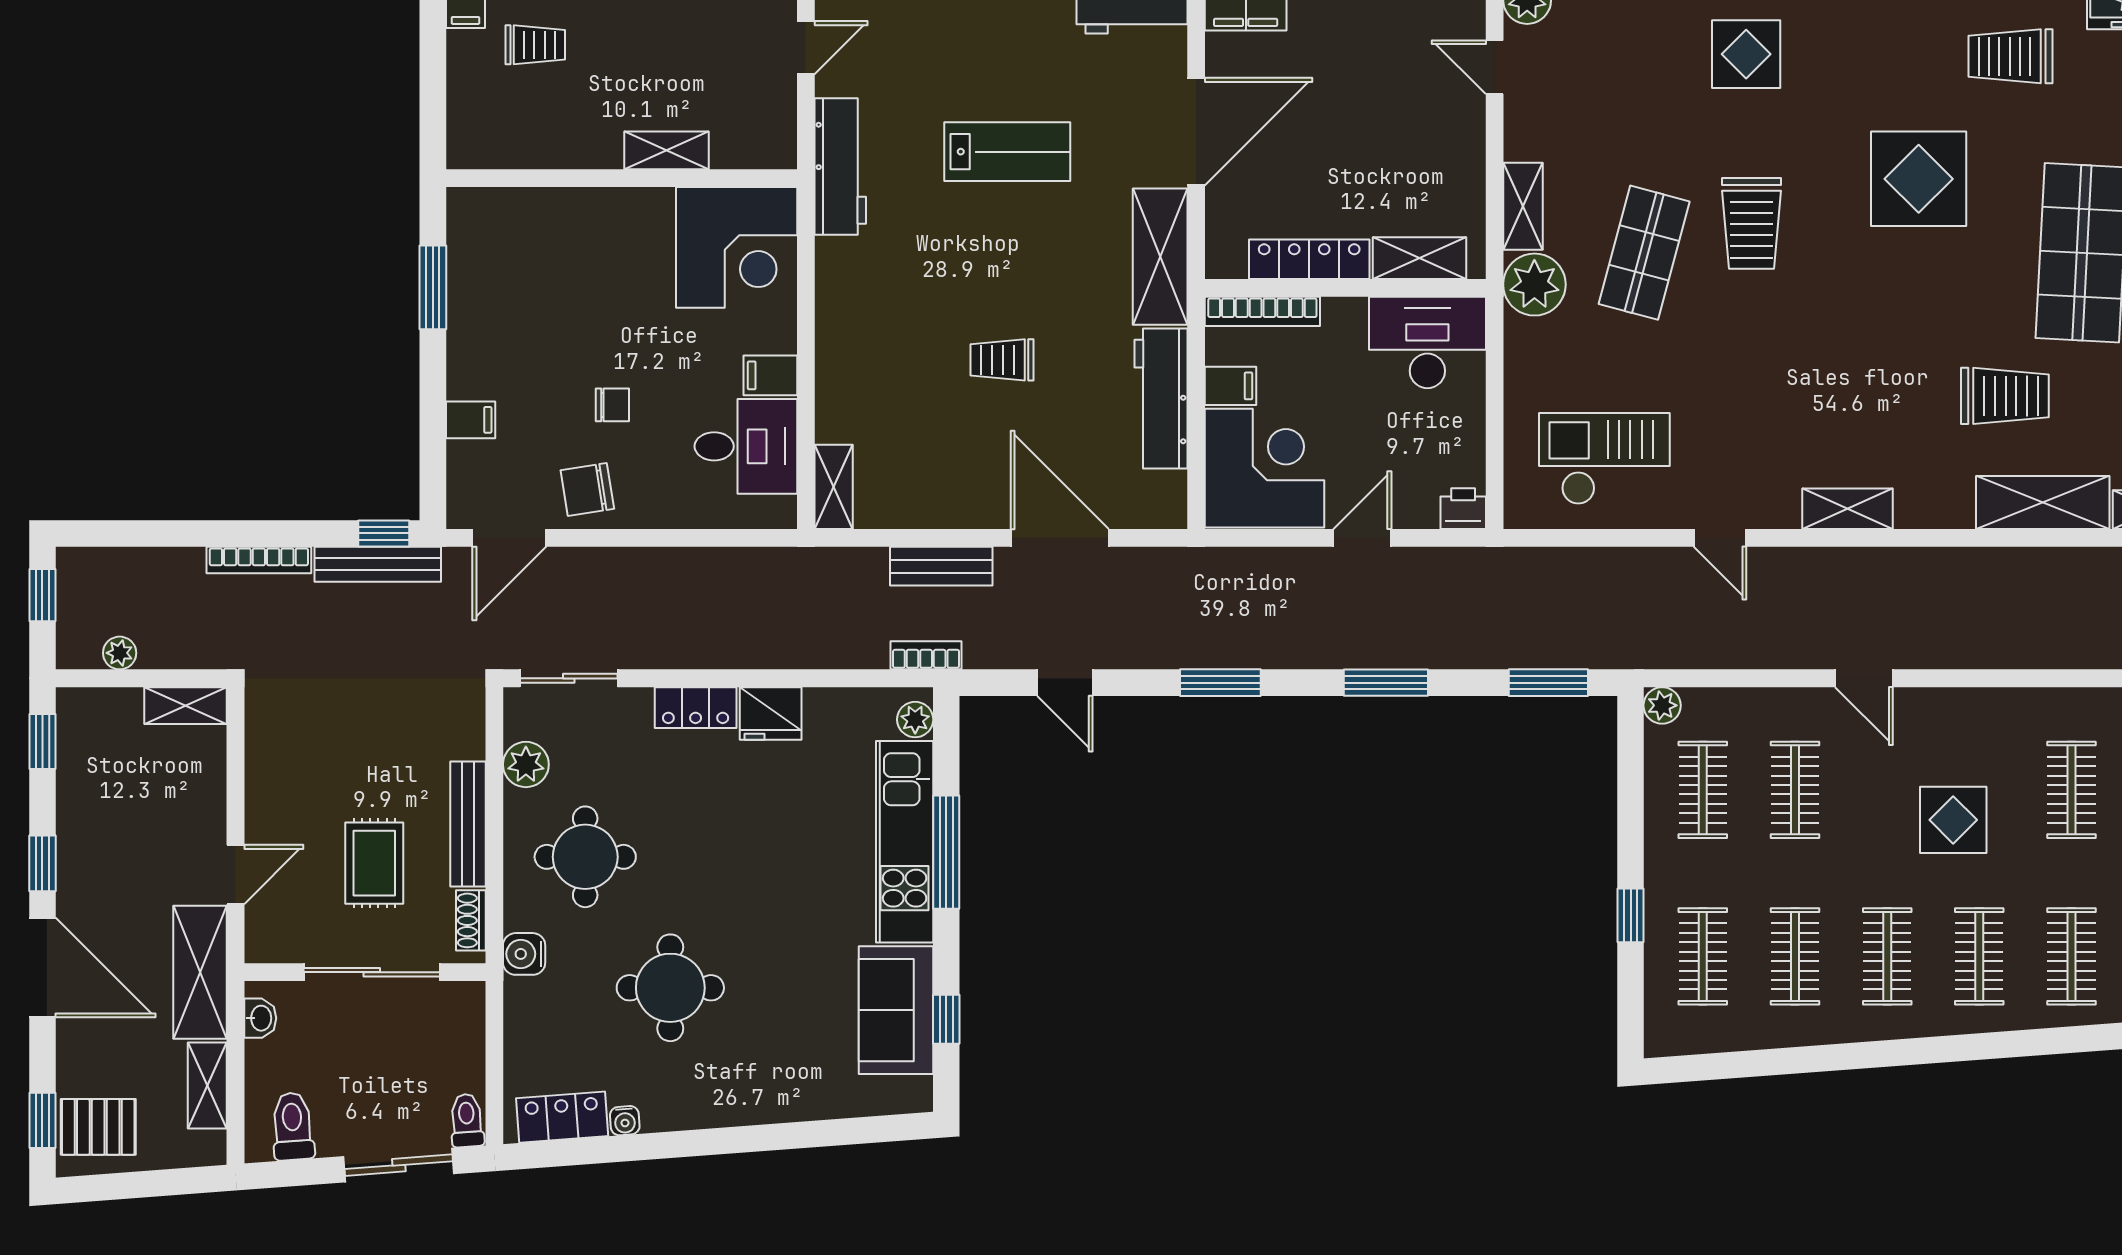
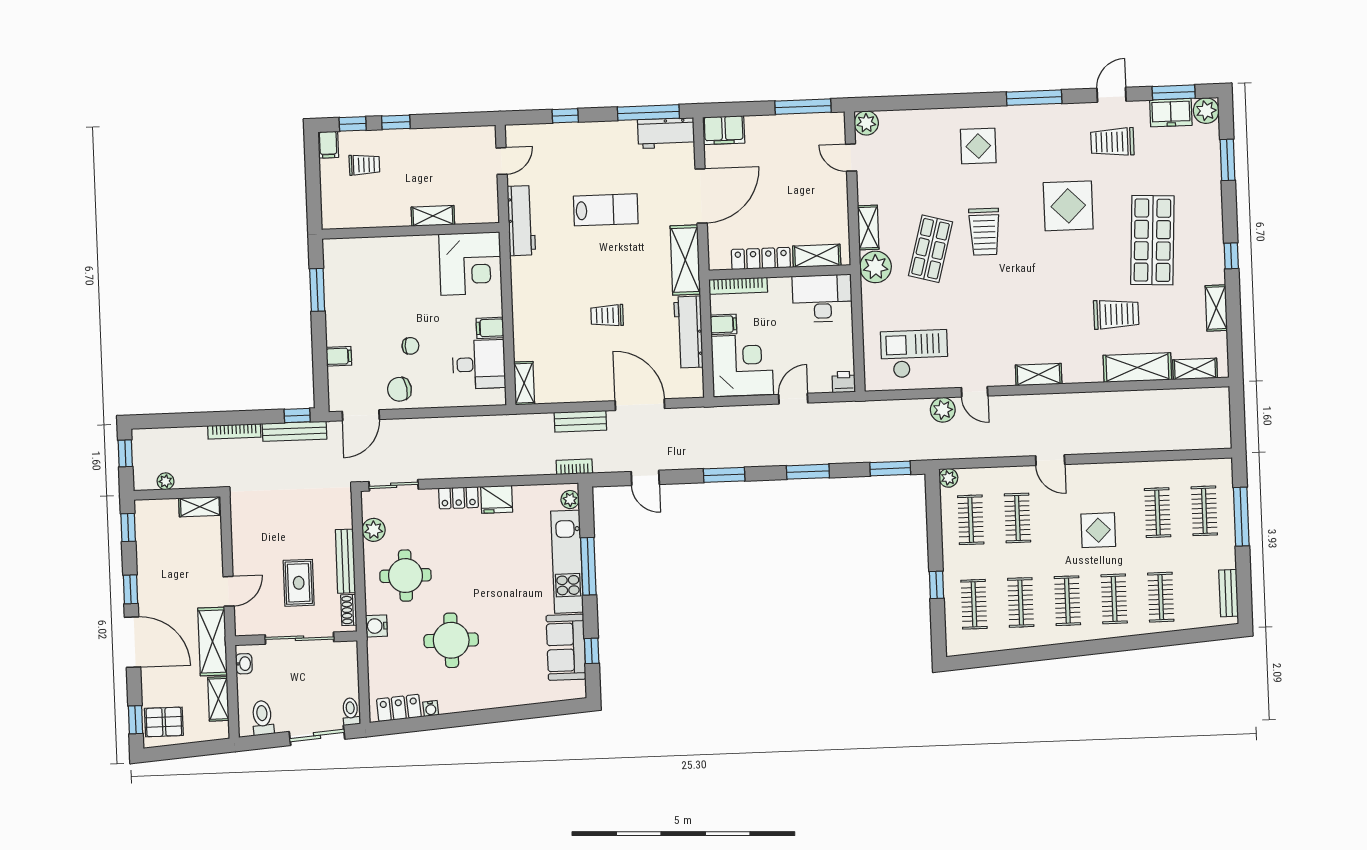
plant: (1656, 571) -> (943, 410), added

